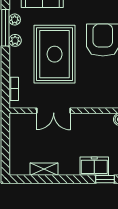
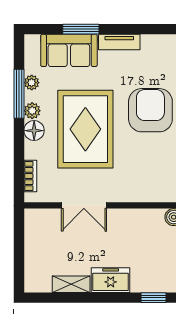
floor lamp: (16, 55) -> (34, 131), added
freezer: (94, 166) -> (111, 280), moved

